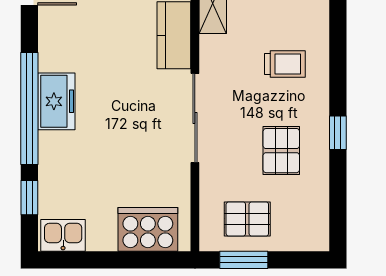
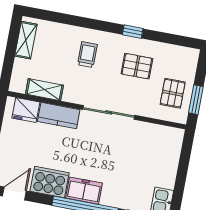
cooker: (148, 229) -> (50, 182), moved, turned 90

